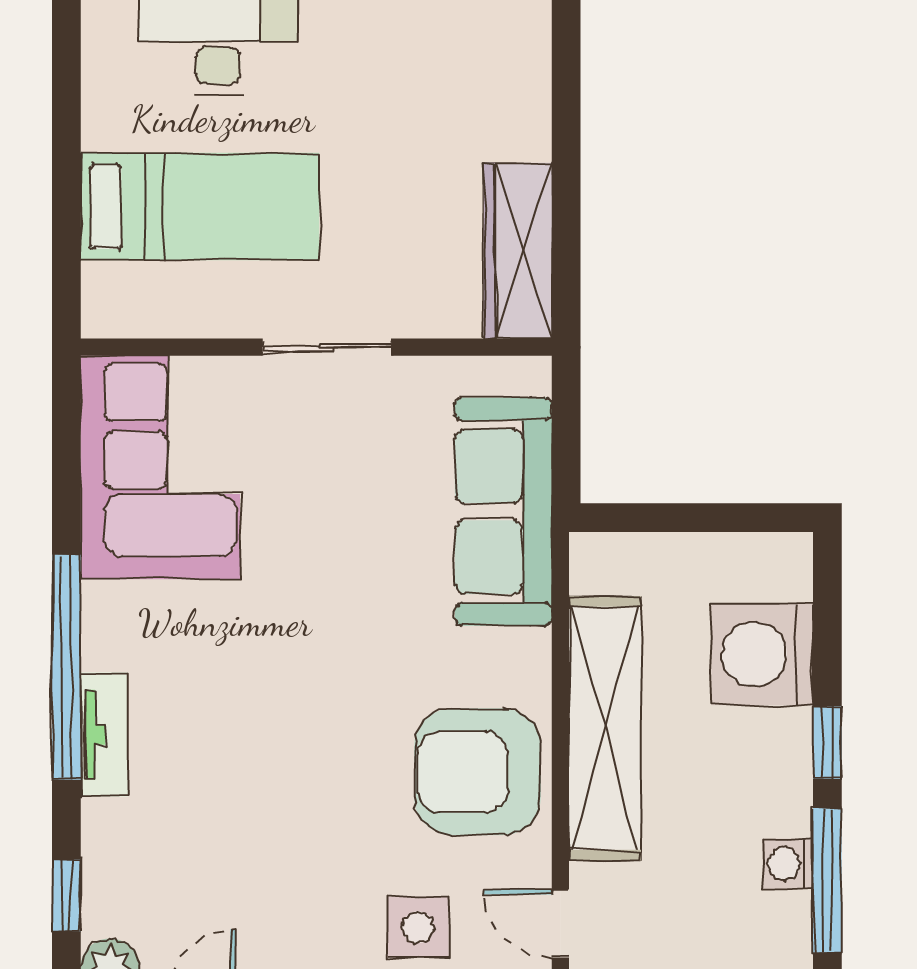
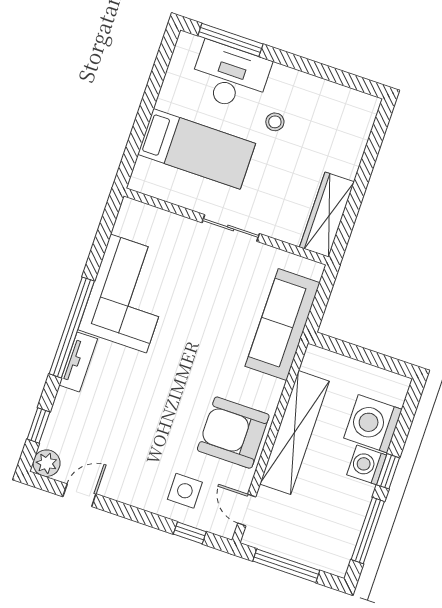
stool: (344, 95) -> (275, 122), added
corner sofa: (160, 467) -> (128, 293), moved
washing machine: (788, 864) -> (367, 465), moved, width x1.38, depth x1.38

